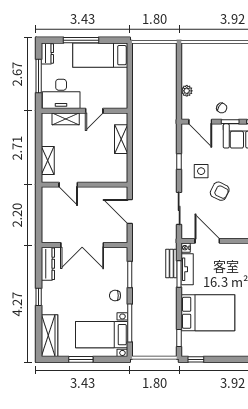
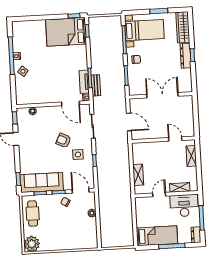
dresser: (48, 264) -> (186, 56), moved
bed: (208, 313) -> (66, 32), moved

